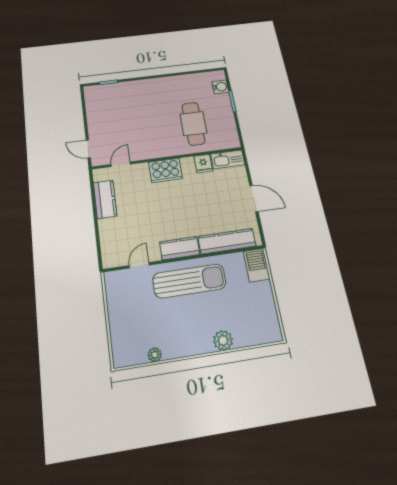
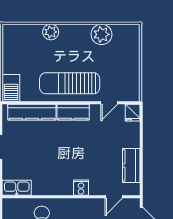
fridge: (203, 164) -> (133, 113), moved, turned 180
cooker: (165, 170) -> (81, 188), width x0.53, depth x0.76
plant: (155, 355) -> (101, 34), width x1.88, depth x1.88

